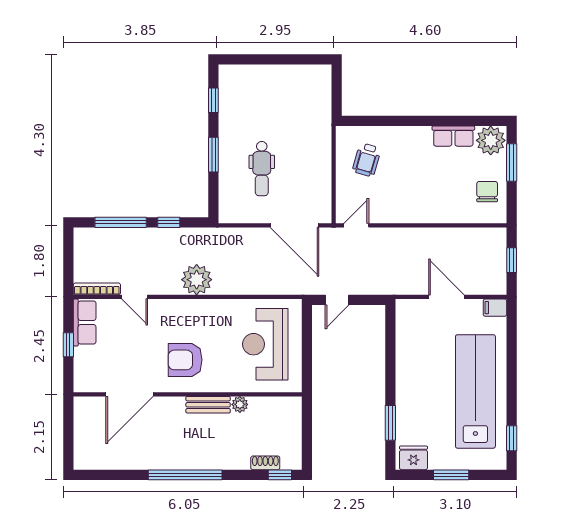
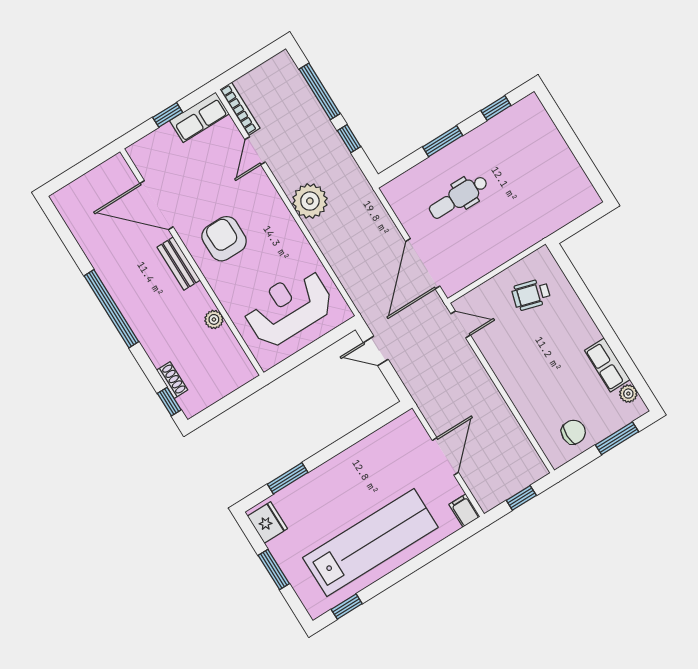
plant: (491, 140) -> (628, 394), width x0.53, depth x0.53
bench: (208, 405) -> (179, 264), moved

